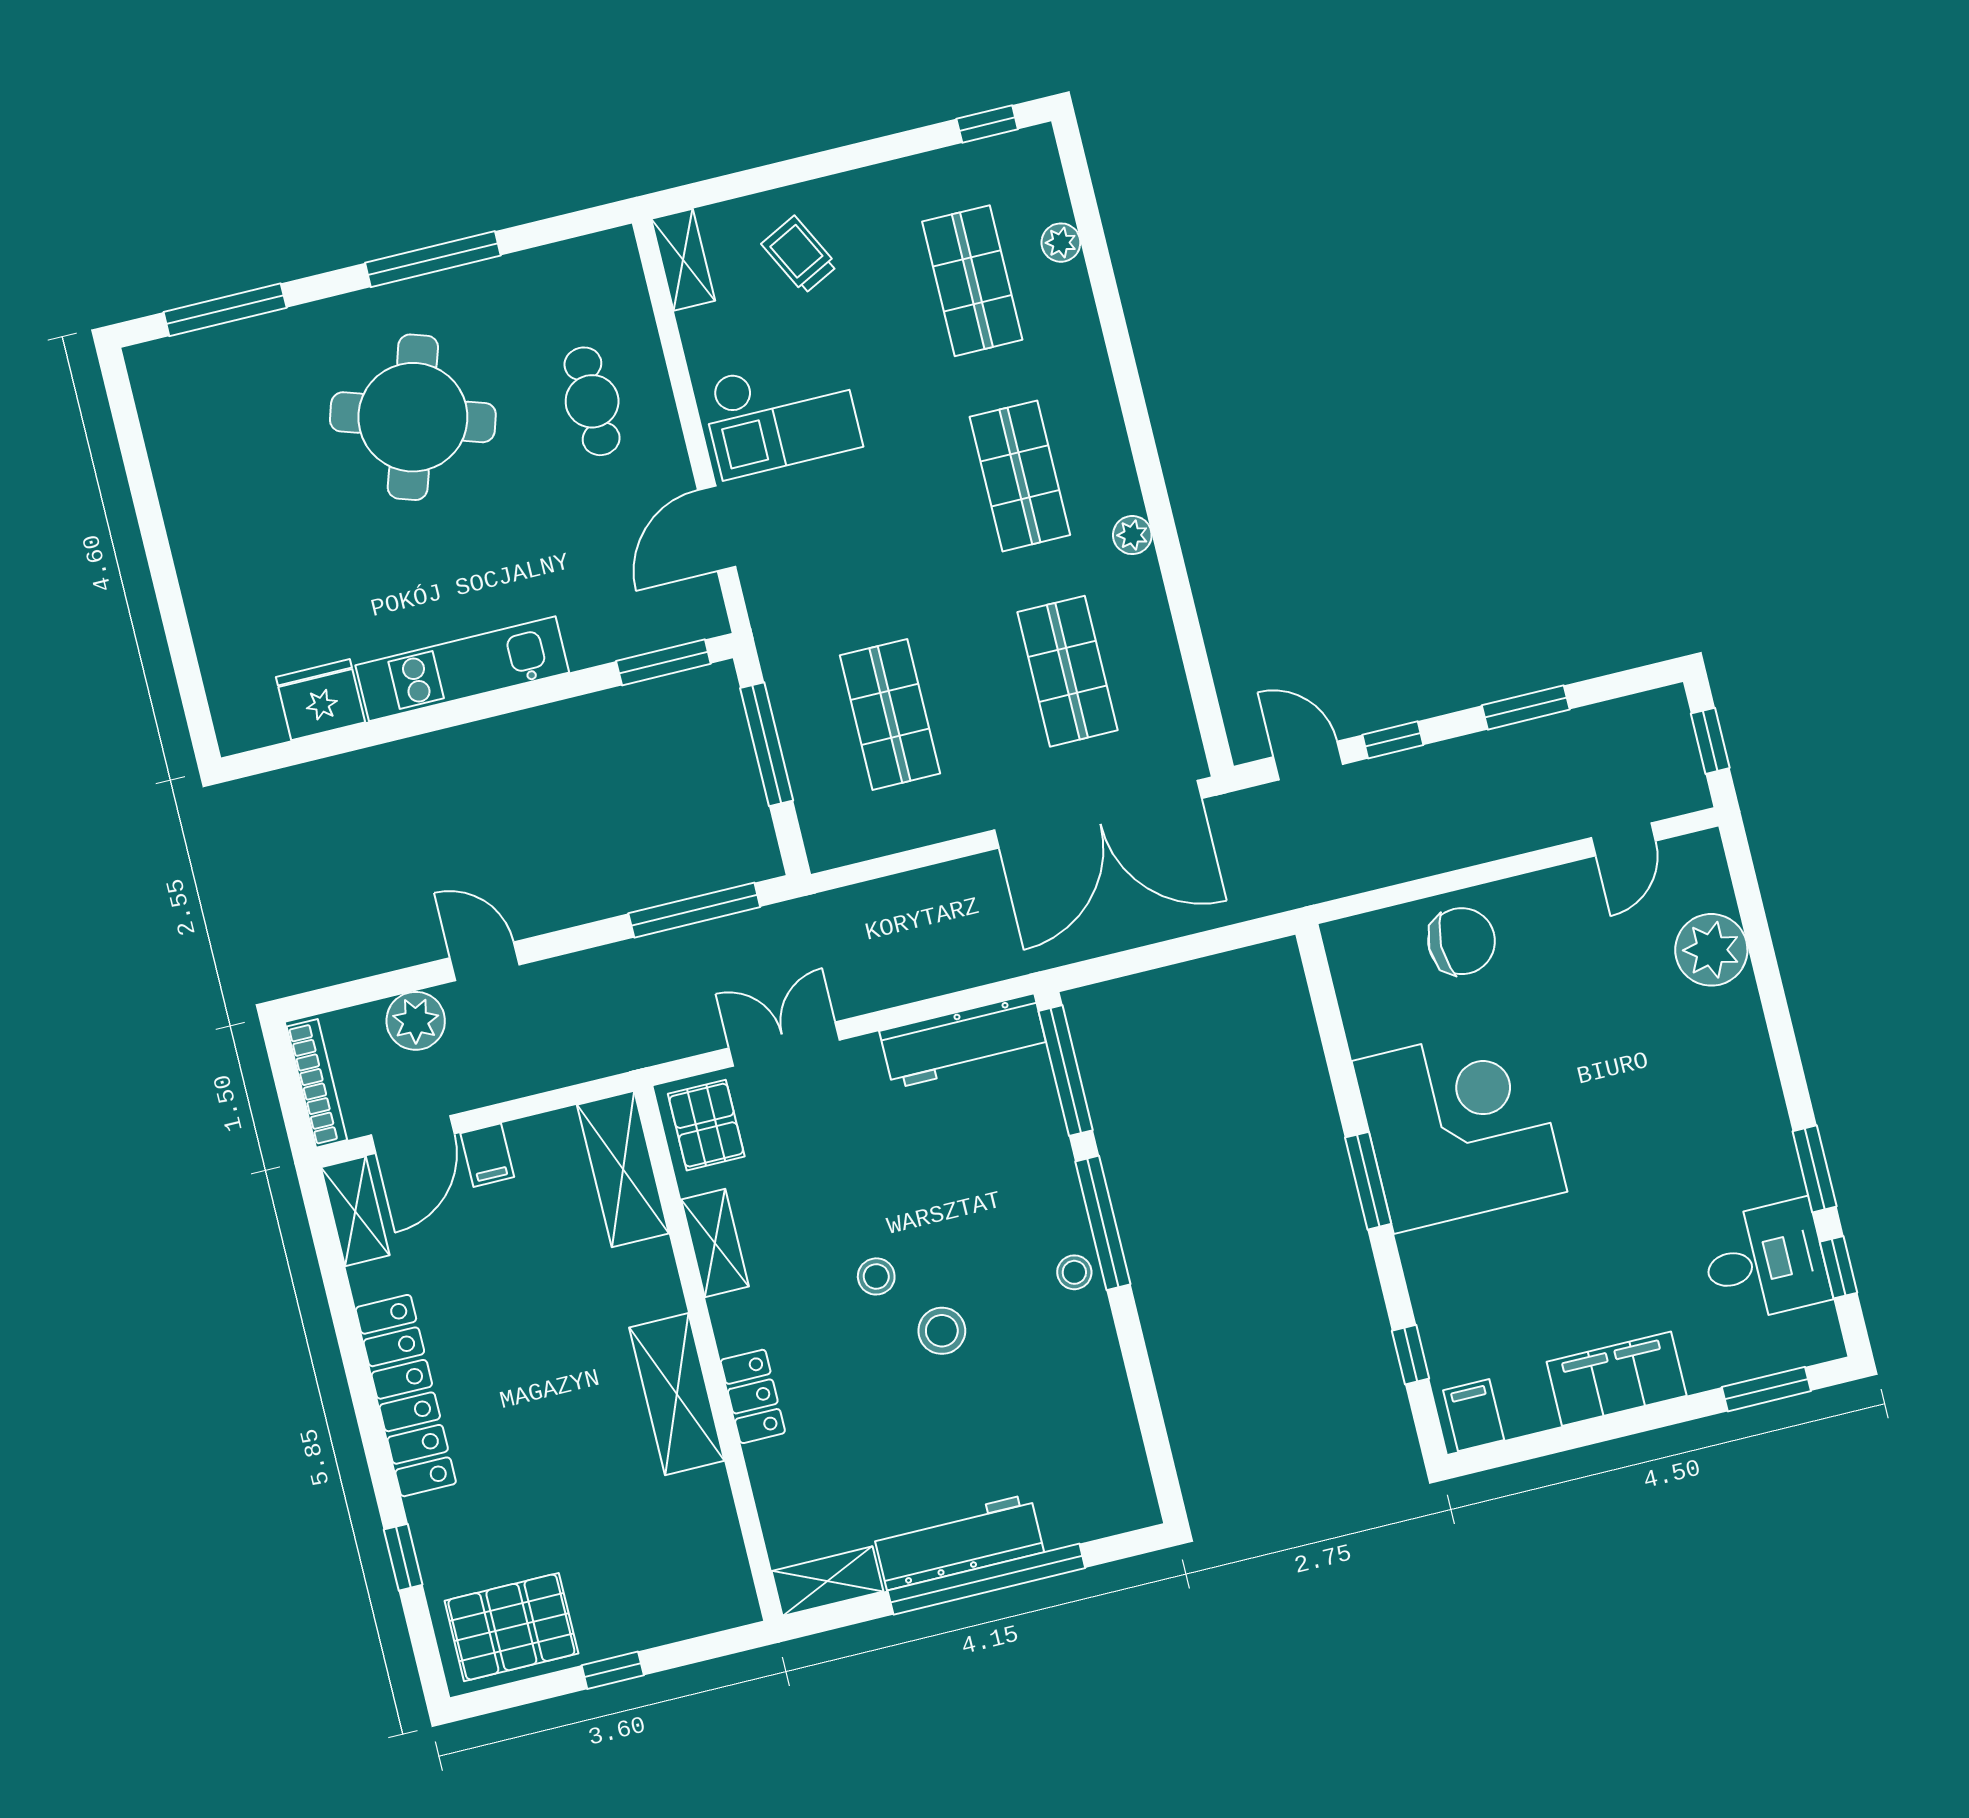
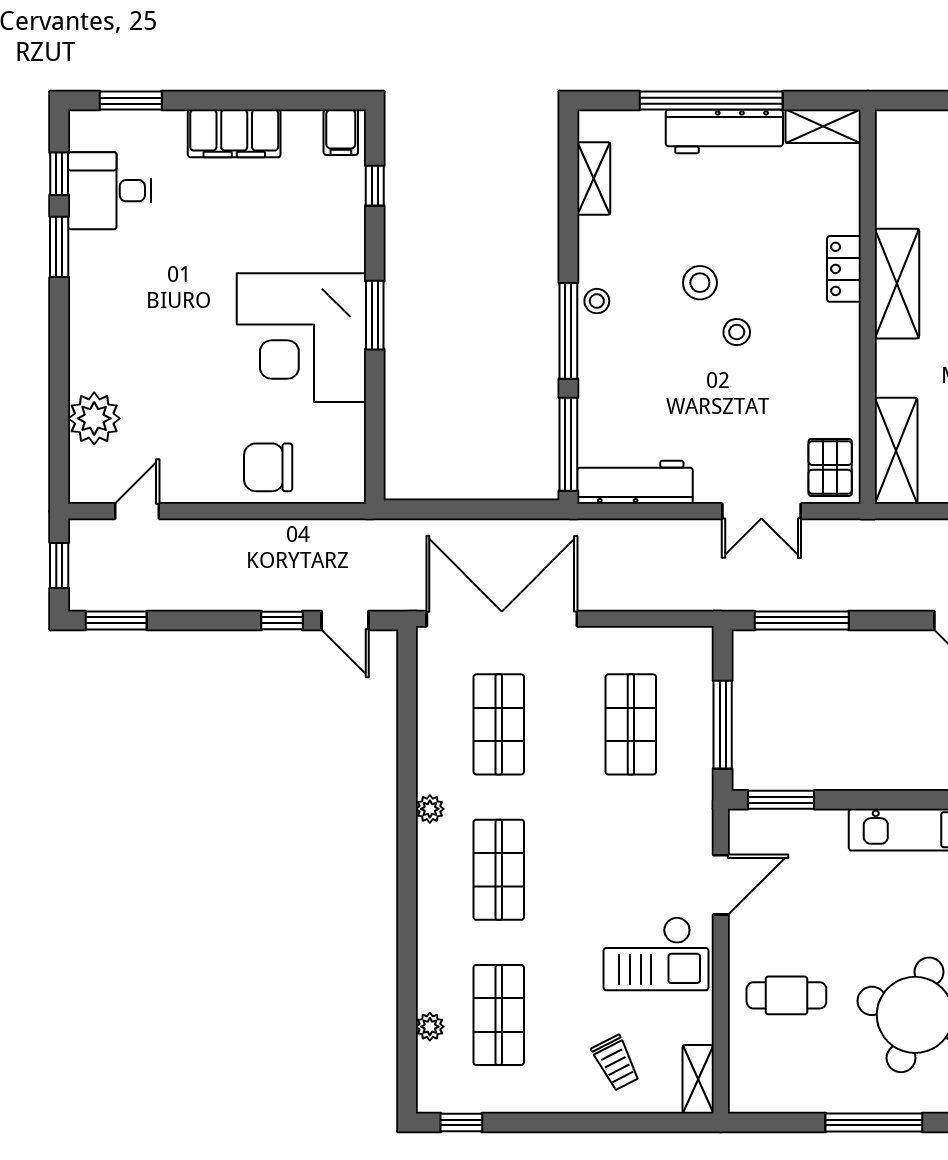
cafe table: (592, 401) -> (786, 995), turned 90
checkout: (781, 415) -> (656, 954), turned 180
window: (1526, 707) -> (116, 620), moved
shelving: (715, 1243) -> (594, 178), moved

